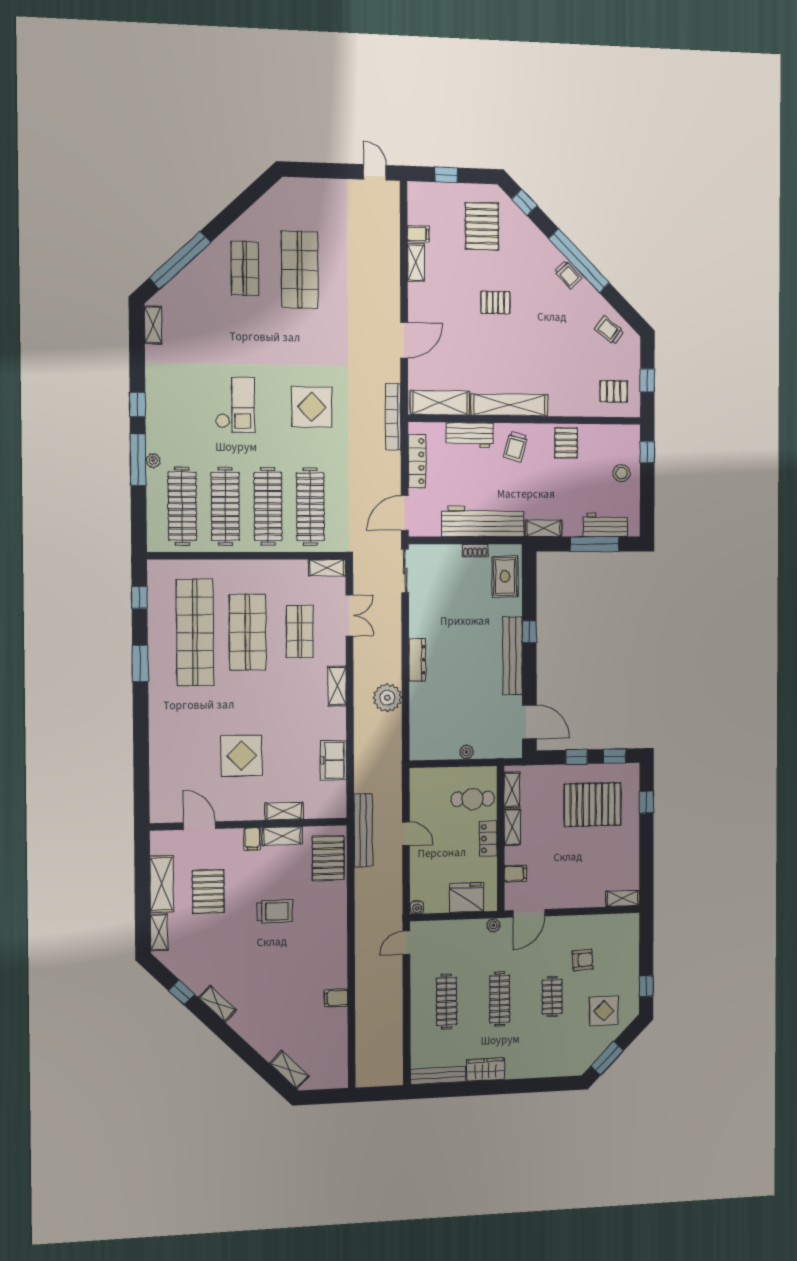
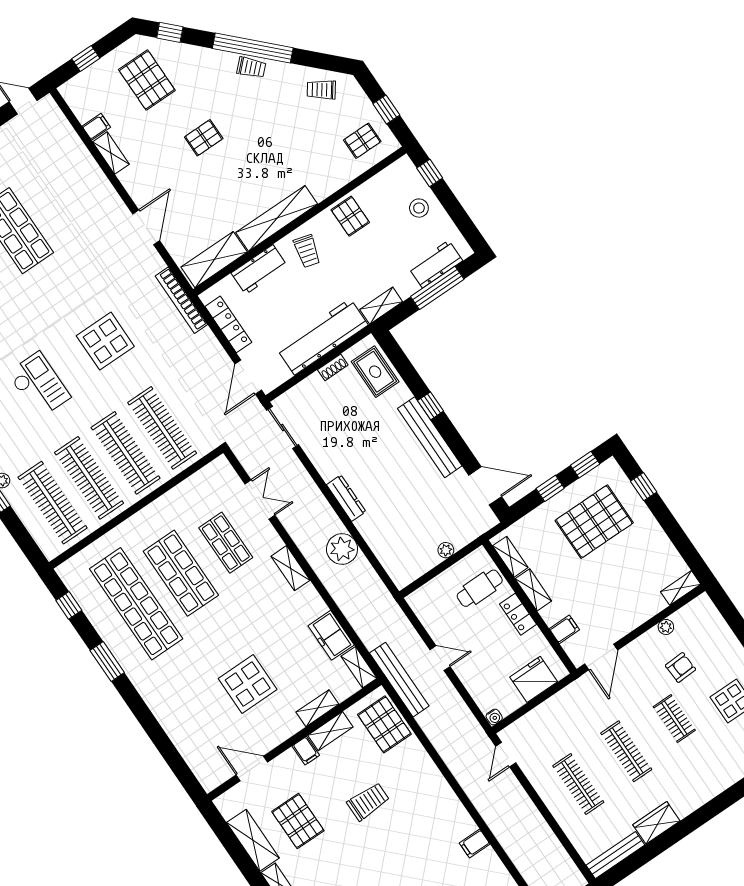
shelving: (327, 568) -> (359, 667), moved, turned 90
plant: (493, 925) -> (666, 627), moved

